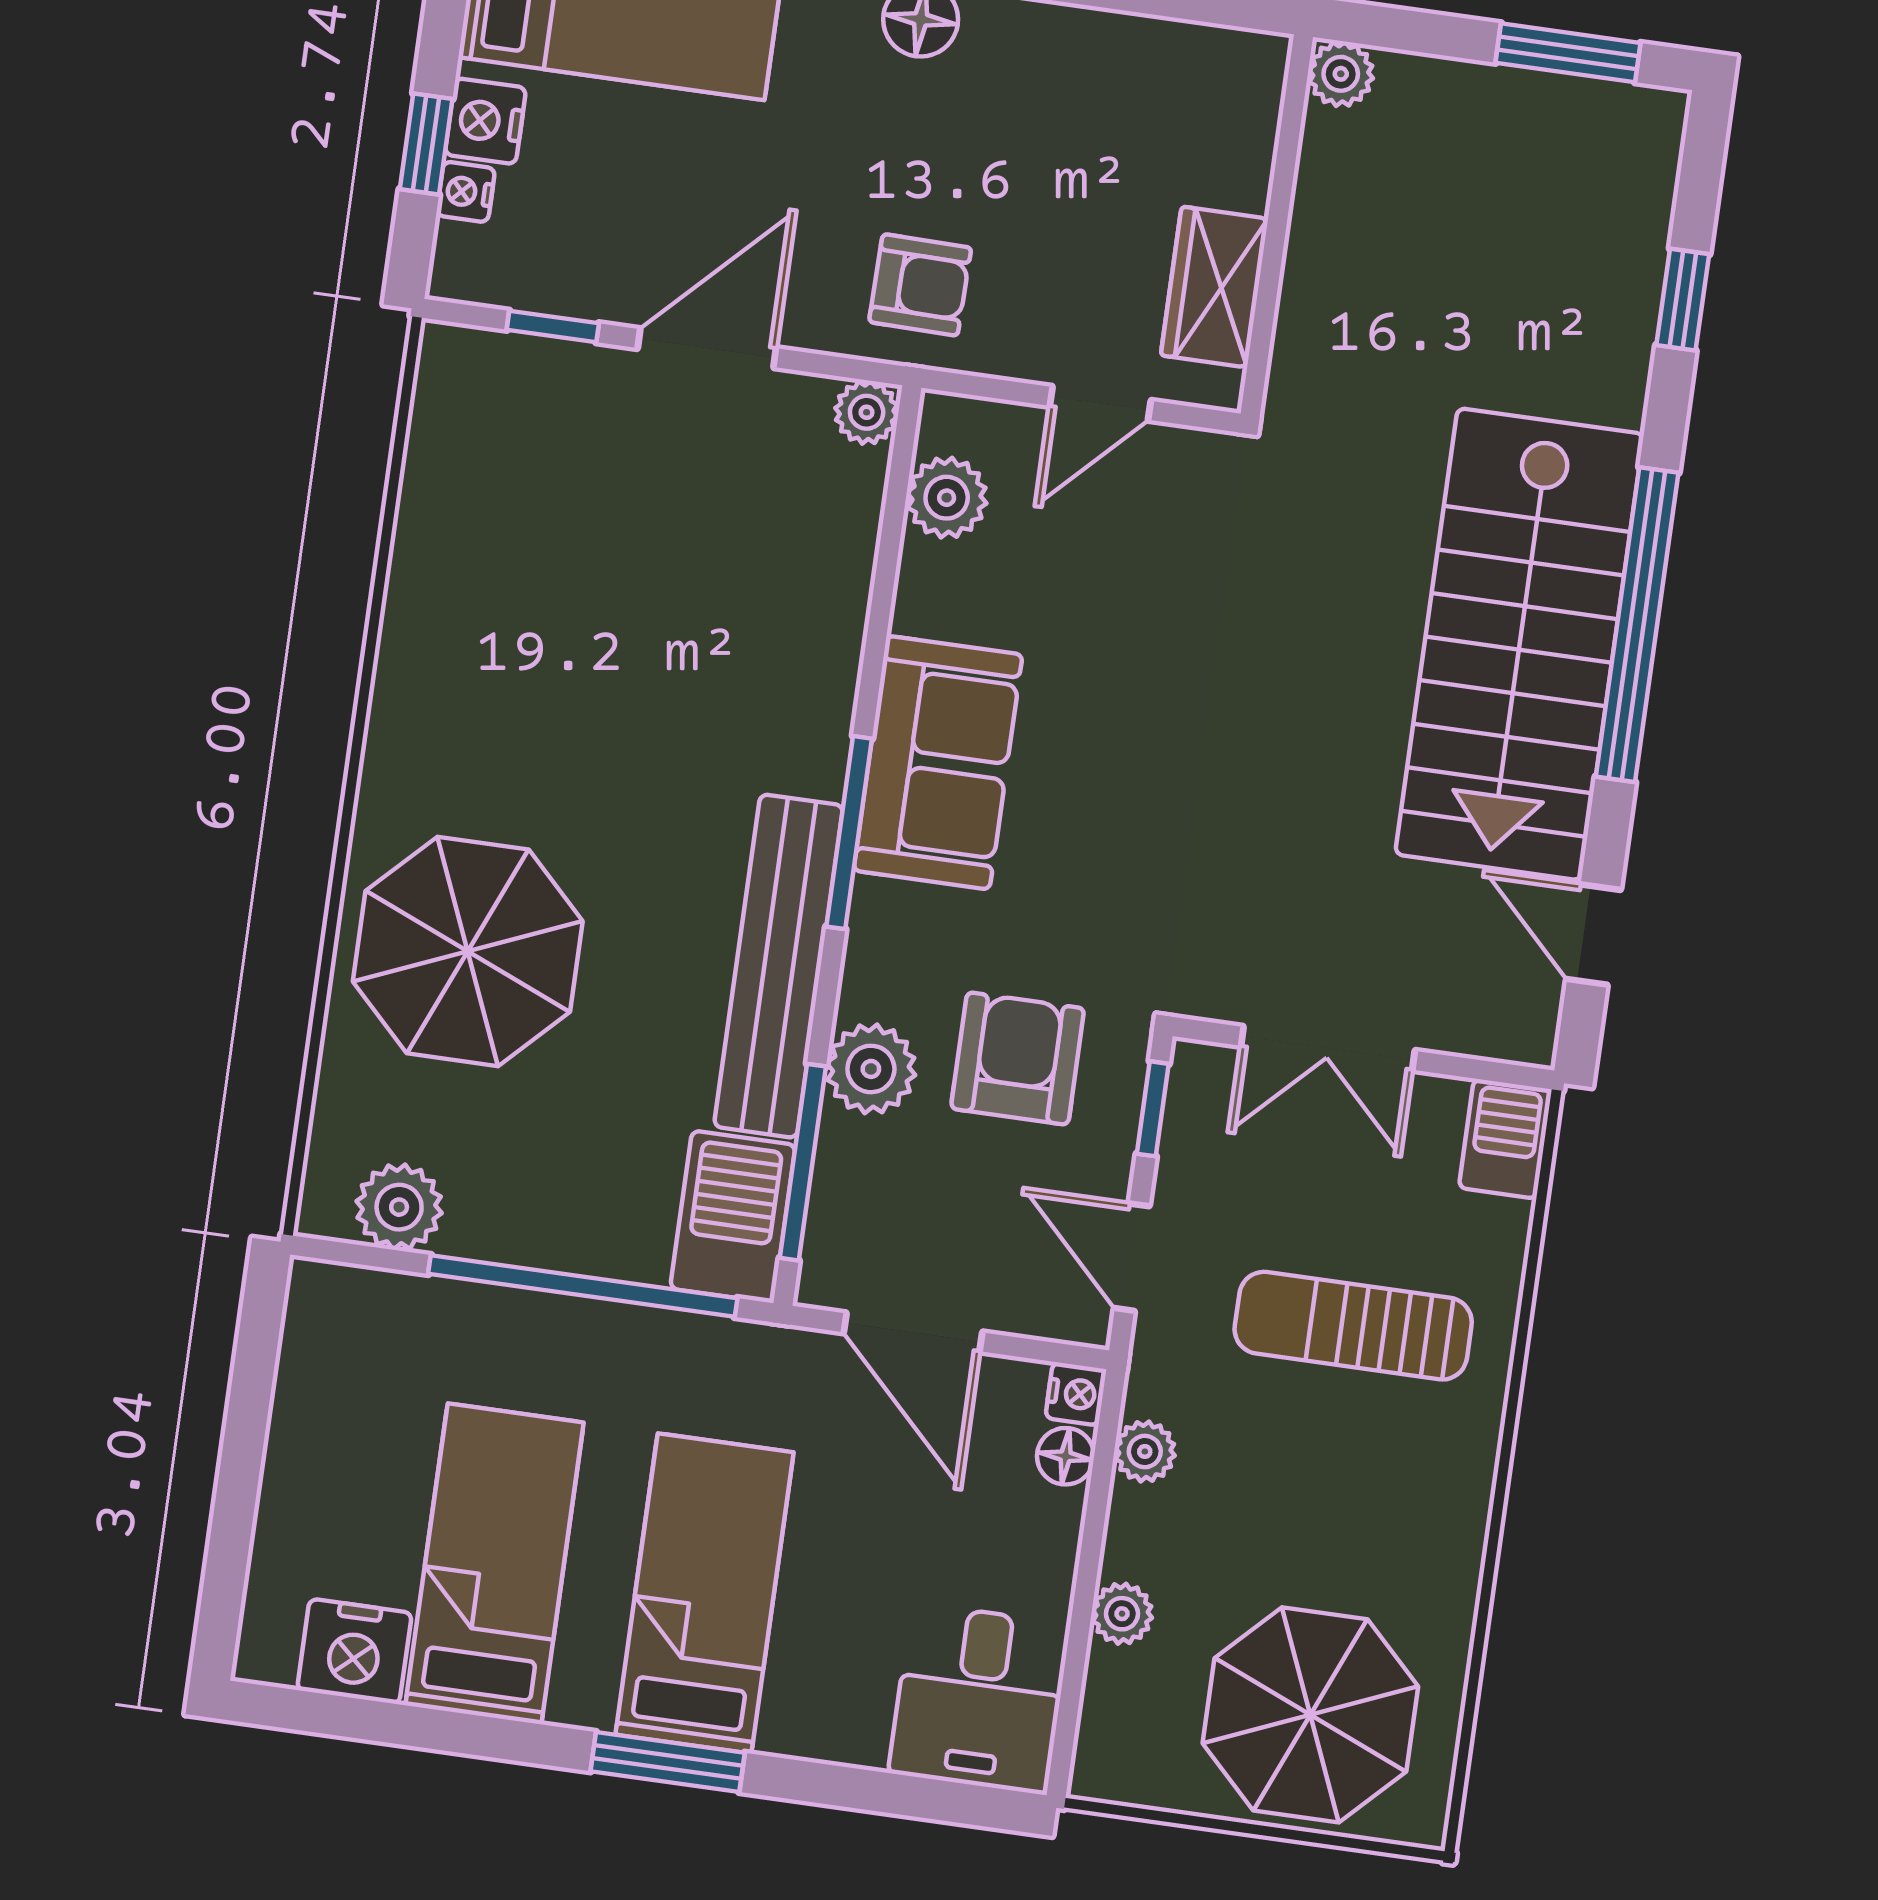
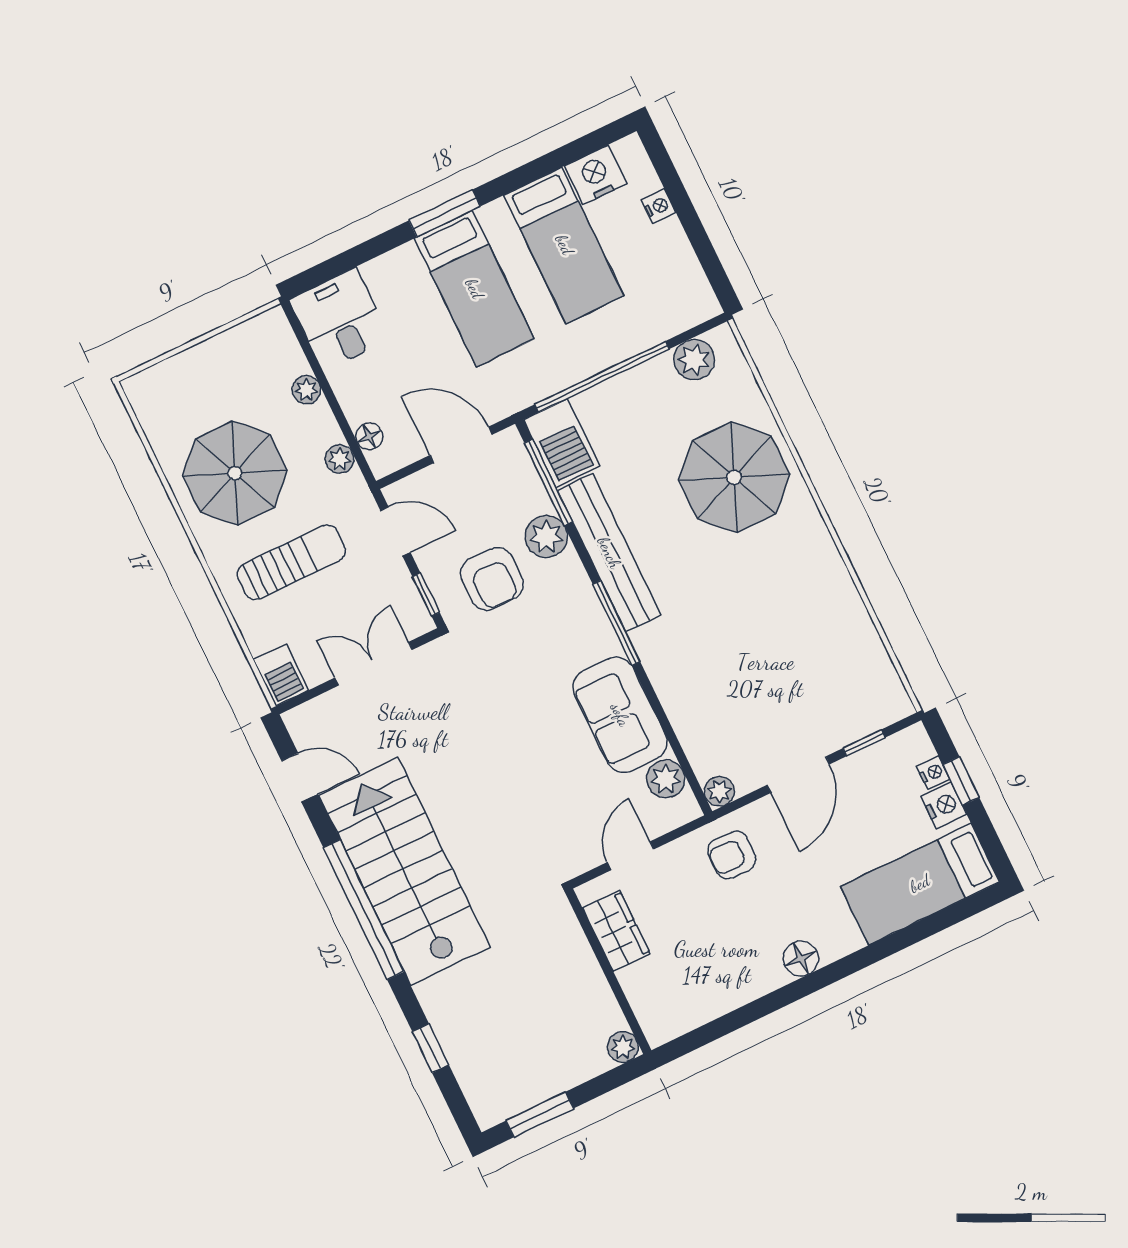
sofa: (938, 763) -> (620, 715), moved
nightstand: (1076, 1394) -> (659, 206), moved, turned 180
parasol: (1310, 1715) -> (235, 473), moved

